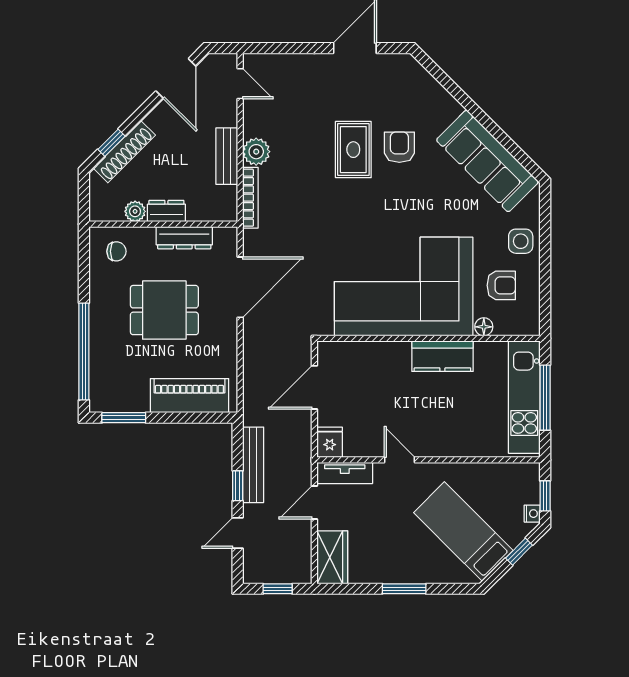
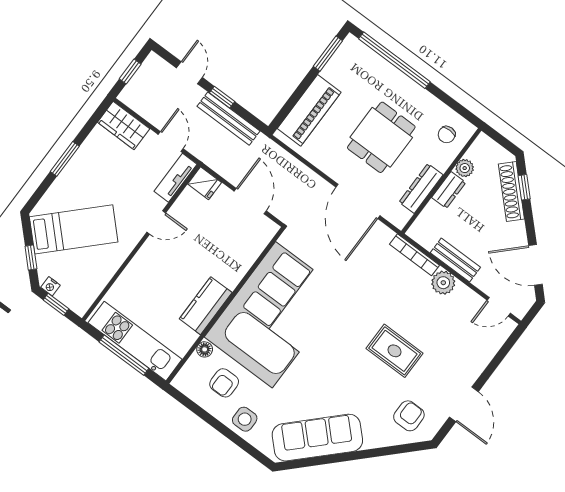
armchair: (399, 147) -> (409, 416), moved, turned -90

